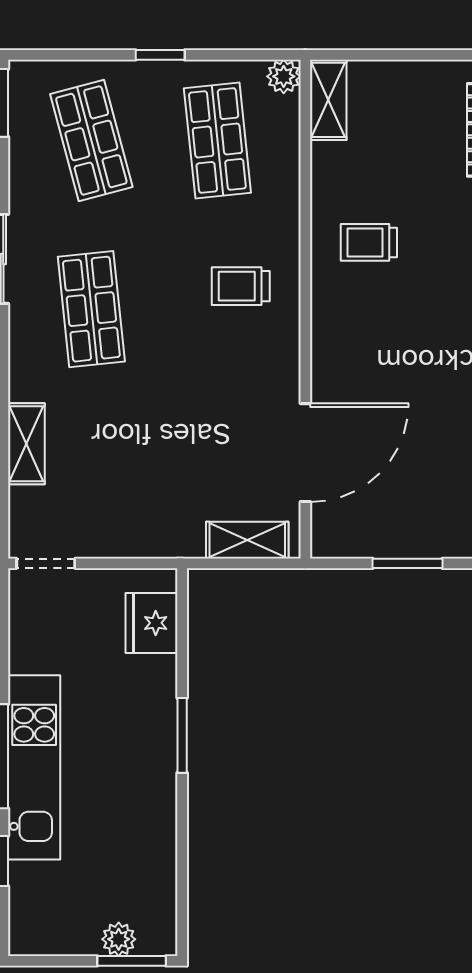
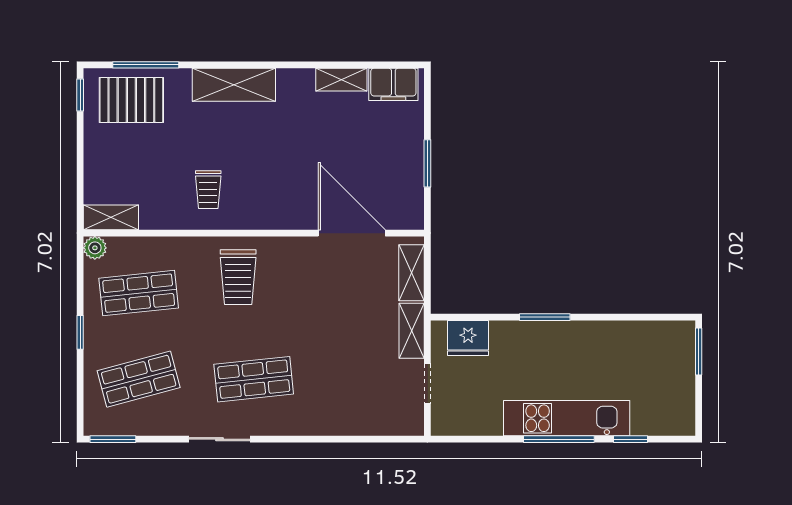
trolley: (241, 286) -> (238, 277), width x1.36, depth x1.39
shelving: (26, 444) -> (412, 331), moved, turned 90
doorway: (46, 563) -> (427, 384), moved
plant: (119, 939) -> (684, 361), removed

